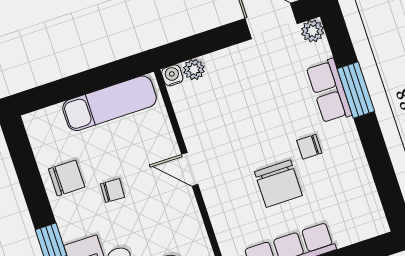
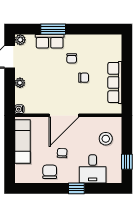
plant: (194, 69) -> (20, 83), moved
door: (190, 169) -> (64, 115), width x1.88
chair: (278, 184) -> (84, 78), width x0.54, depth x0.54

